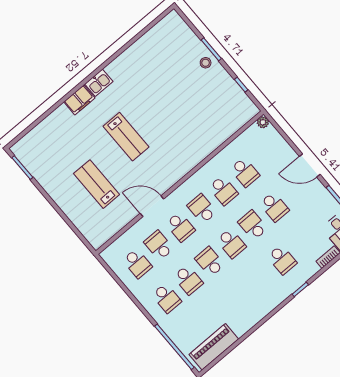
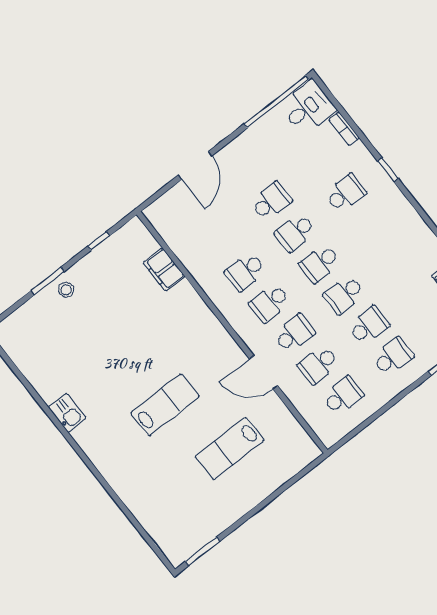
kitchen sink: (99, 83) -> (67, 413), moved
filing cabinet: (79, 100) -> (164, 270), moved, turned 180
plant: (263, 122) -> (152, 213), removed
door: (310, 165) -> (195, 165), moved
school desk: (245, 172) -> (221, 241), removed
school desk: (223, 190) -> (245, 272), turned 180
door: (152, 206) -> (264, 372), hinge flipped
school desk: (231, 243) -> (320, 264), turned 180

